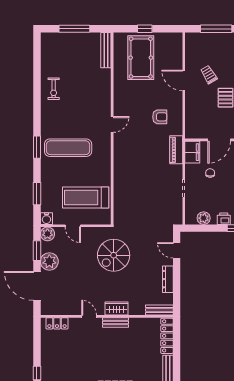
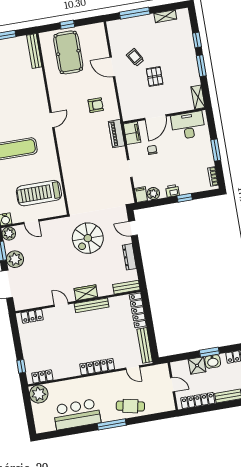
filing cabinet: (191, 217) -> (141, 195), added
spiral stairs: (114, 255) -> (88, 238), moved
bench: (116, 323) -> (92, 305), width x1.36

